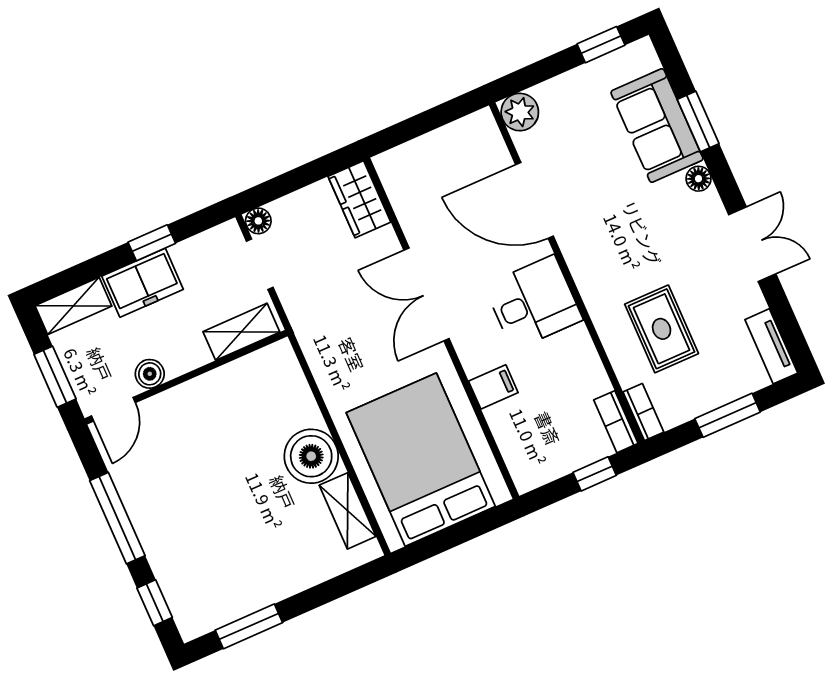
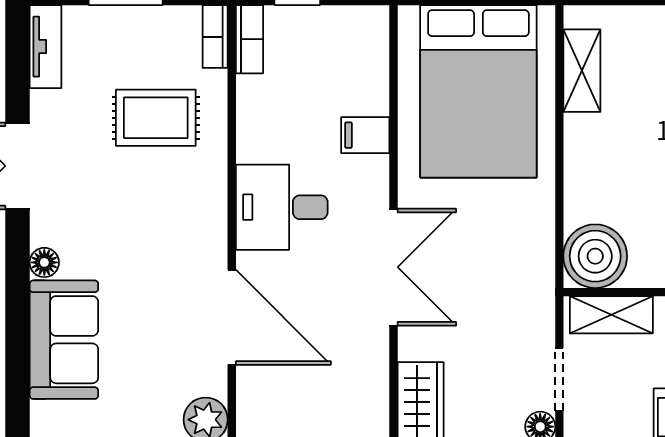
window: (698, 121) -> (17, 324), removed
rug: (662, 329) -> (156, 118), turned 90
boiler: (311, 456) -> (595, 256), moved

